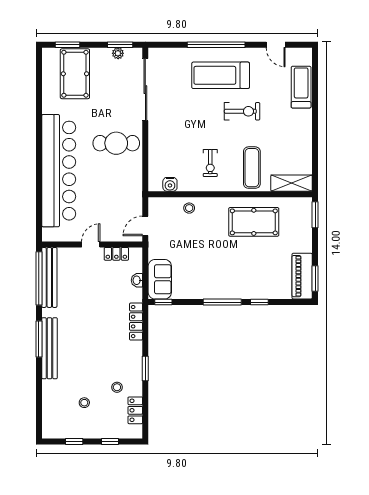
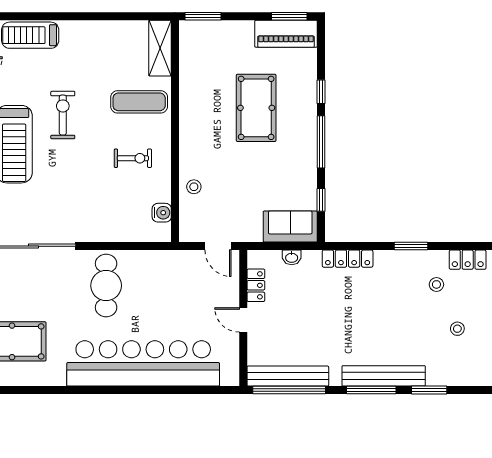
pool table: (254, 222) -> (256, 108), moved
window: (163, 302) -> (321, 200), moved
window: (39, 382) -> (429, 390), added

